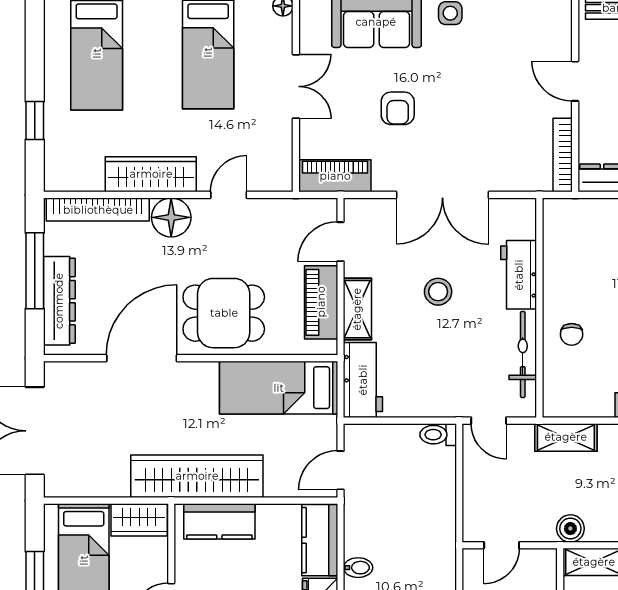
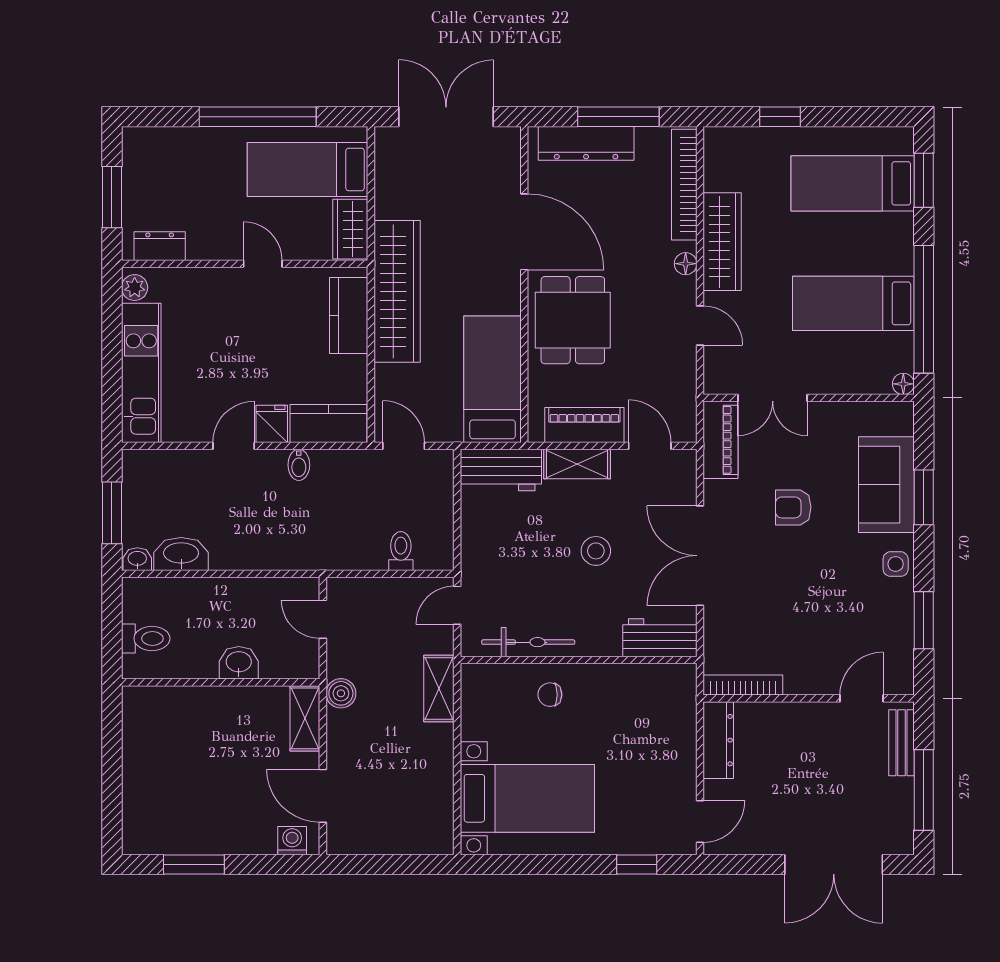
door: (575, 81) -> (862, 698), moved
double door: (296, 86) -> (773, 398), moved
floor lamp: (171, 217) -> (686, 264), width x0.53, depth x0.53
workbench: (519, 275) -> (660, 638), moved
toilet: (438, 435) -> (401, 551), moved

